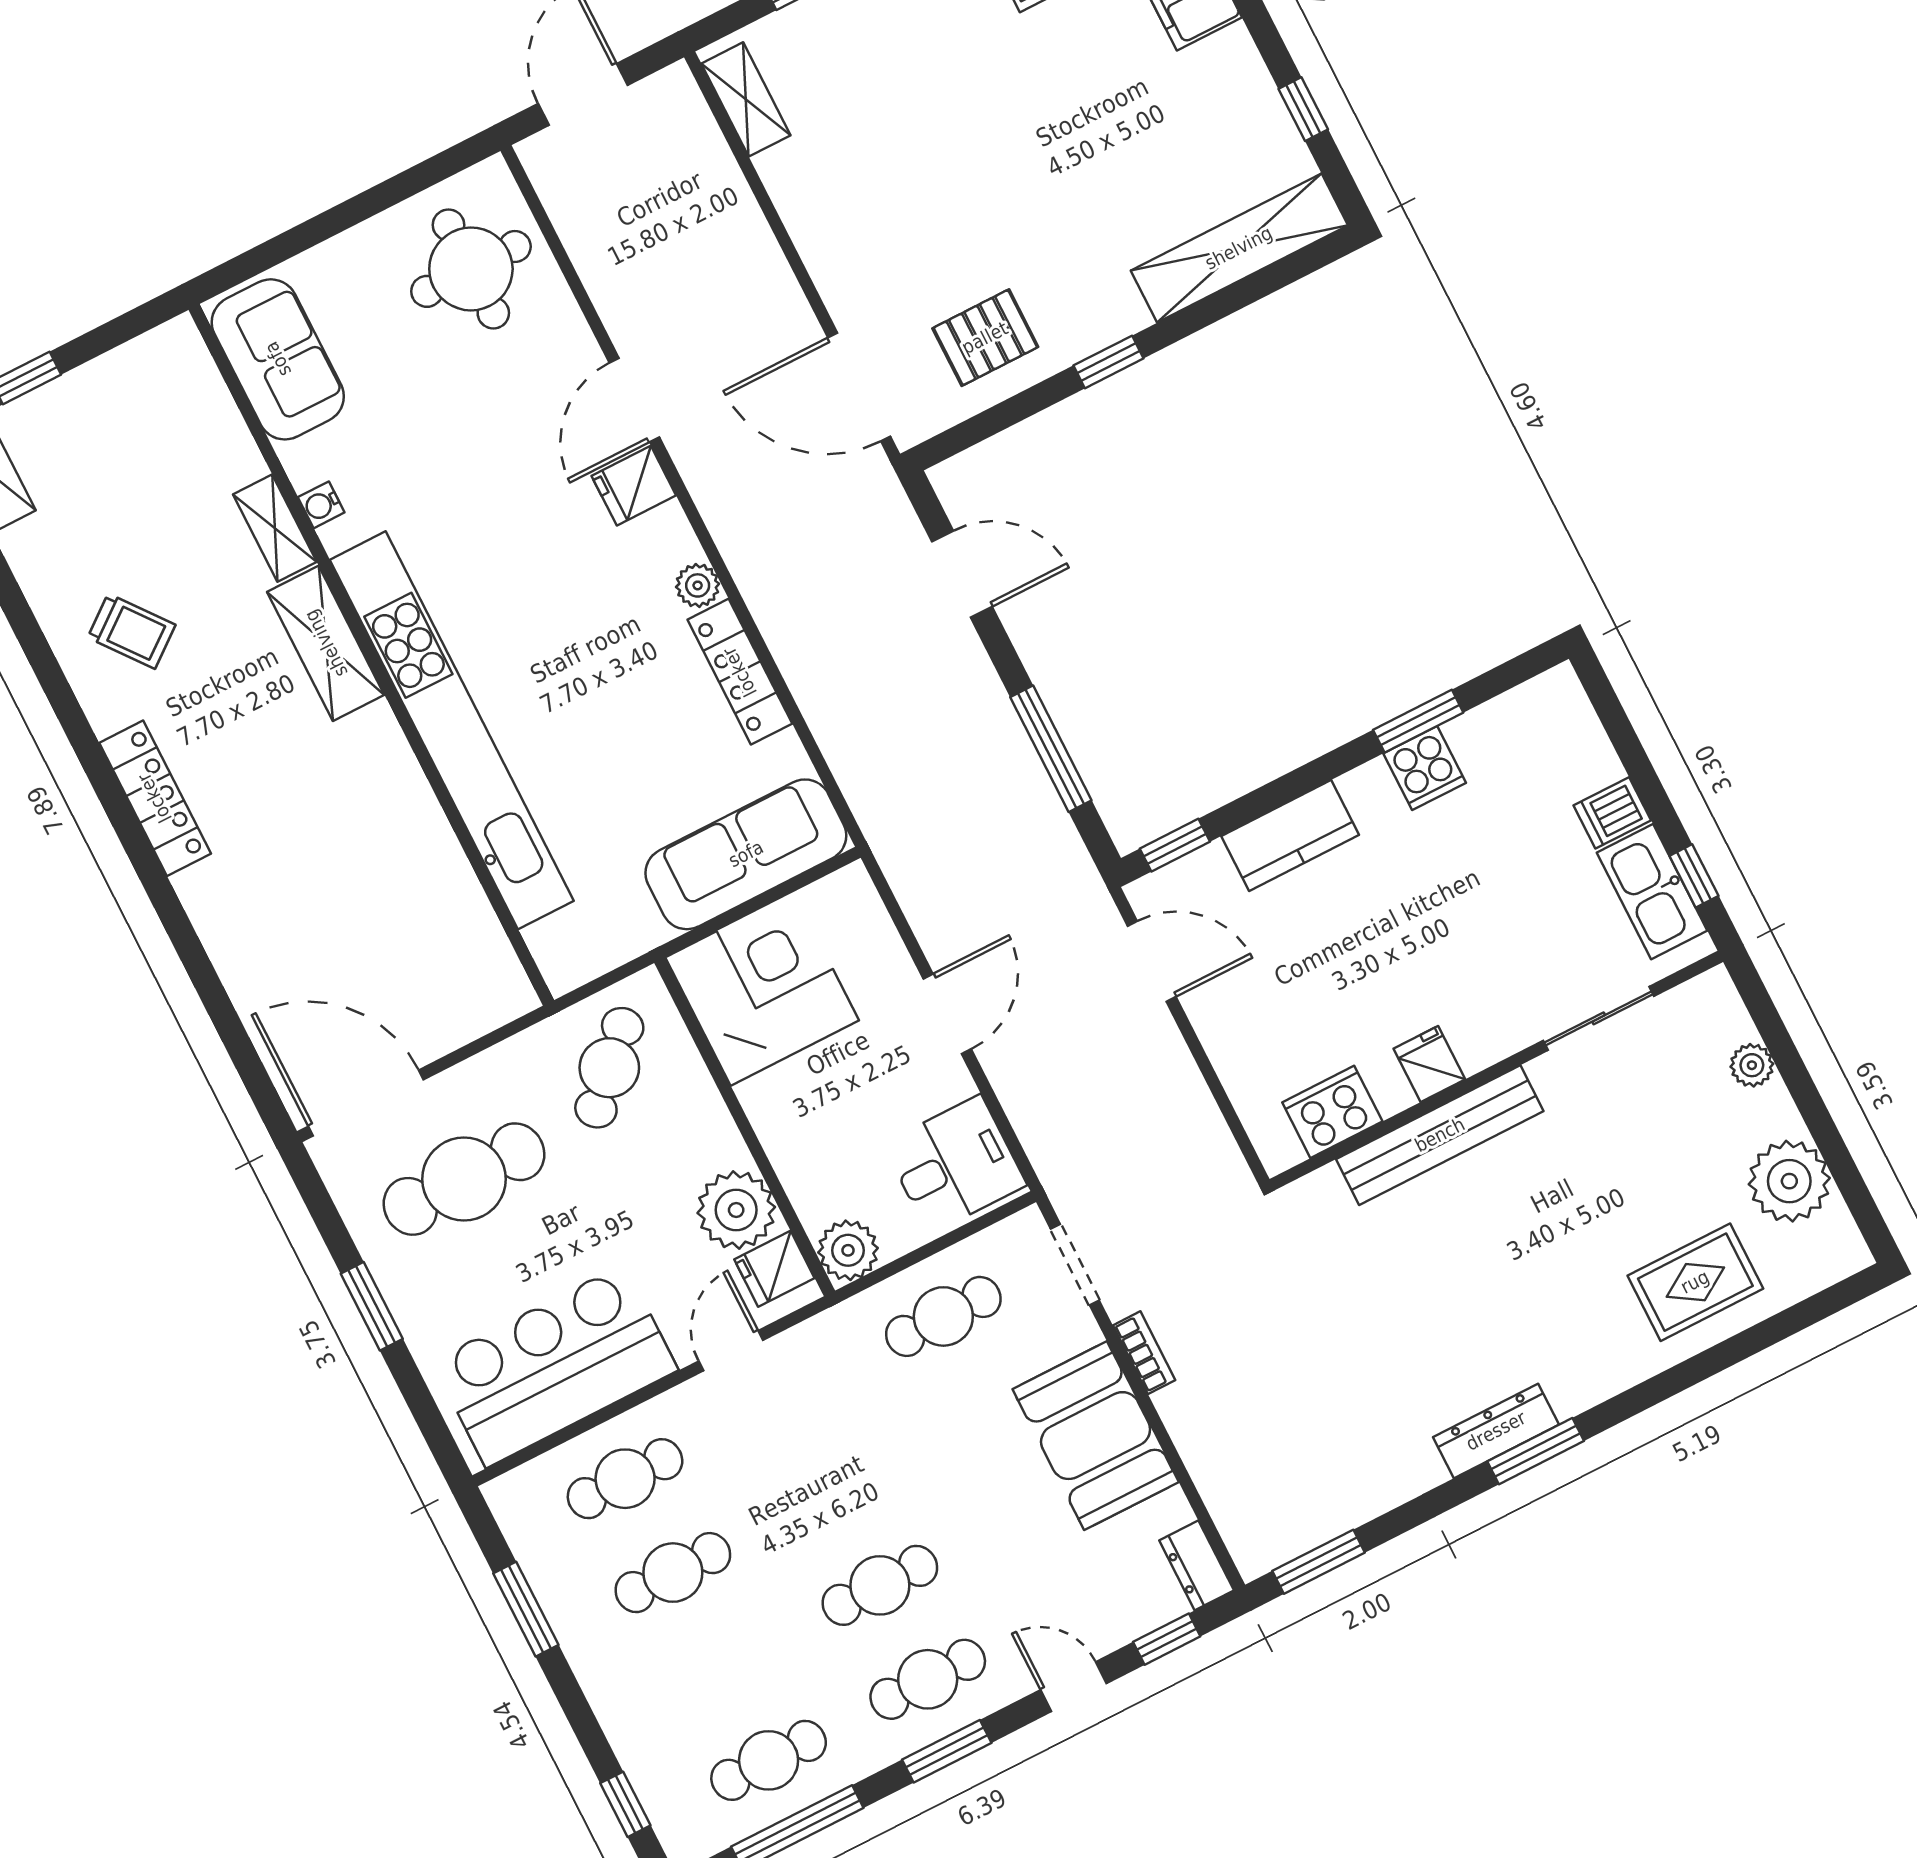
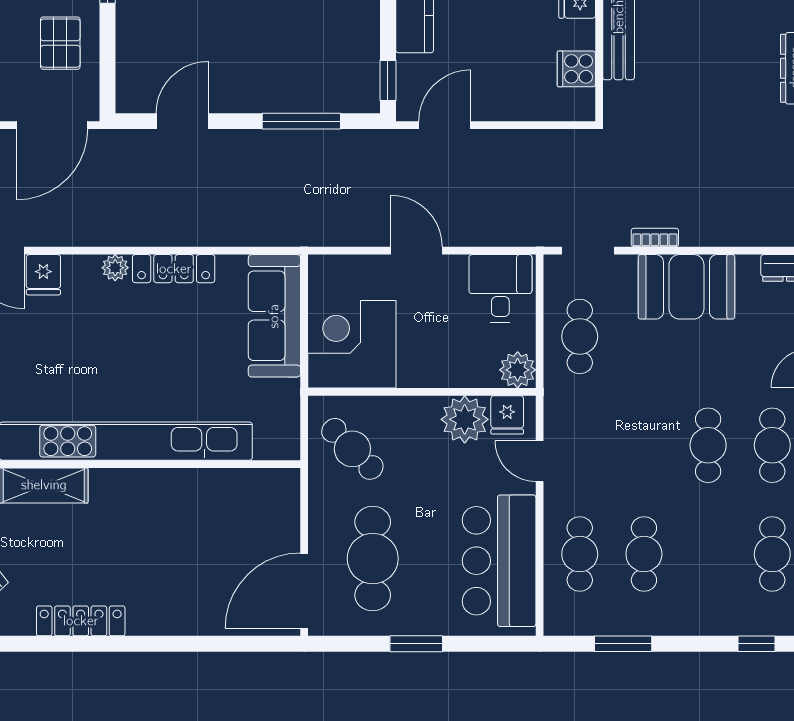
cooker: (1332, 1112) -> (576, 69), width x0.73

